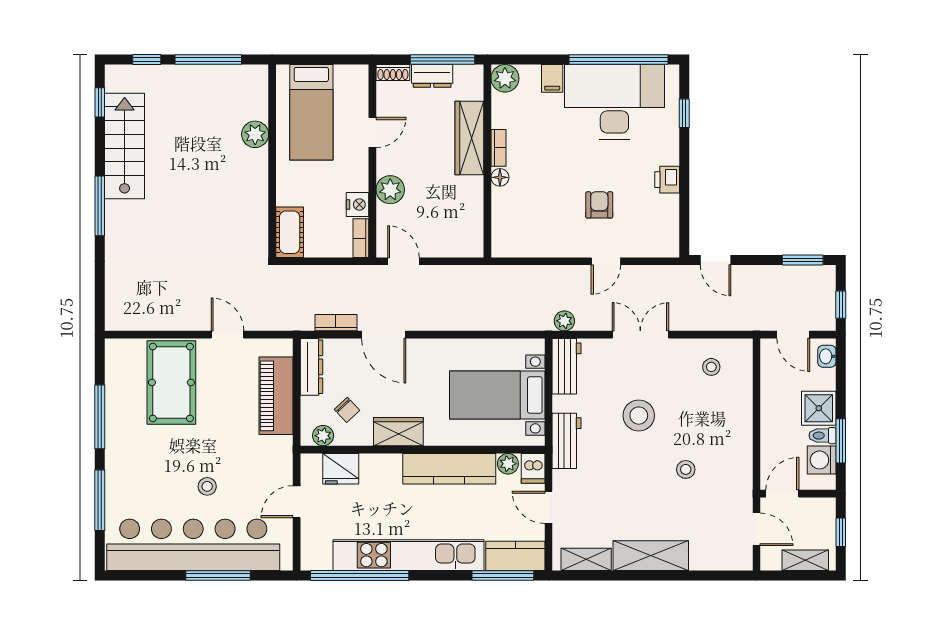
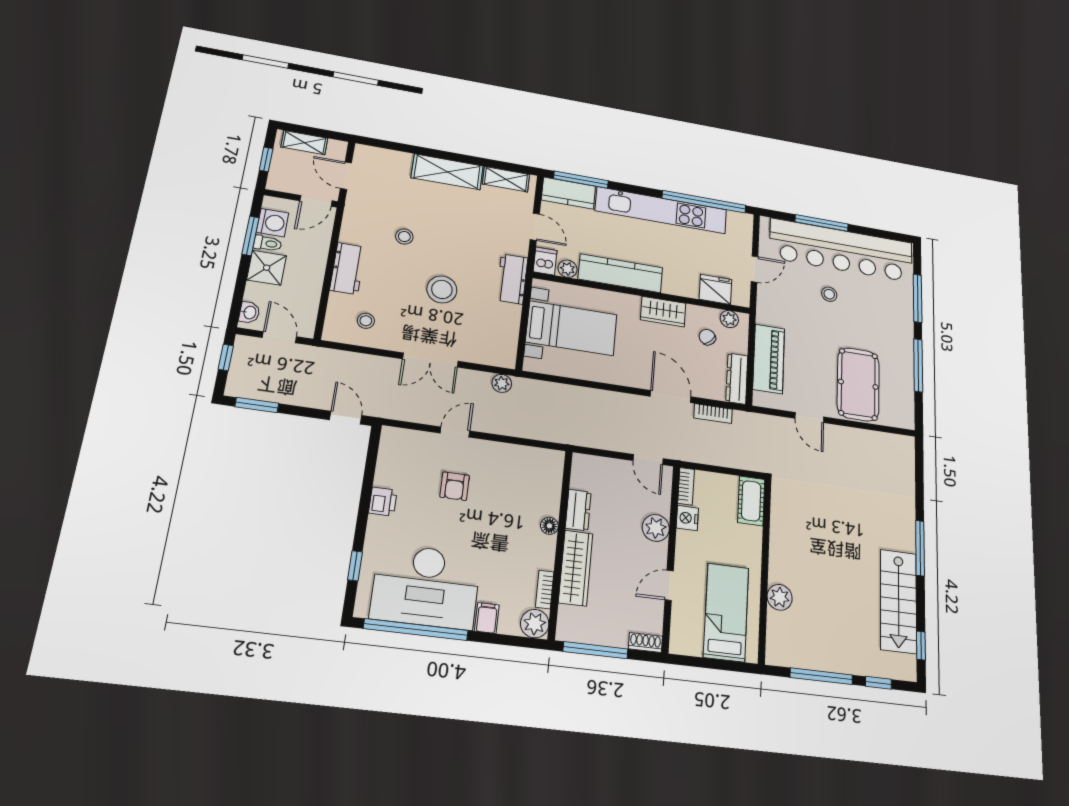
dresser: (432, 76) -> (578, 510), moved, turned 90
bookcase: (498, 148) -> (545, 590), moved
workbench: (567, 366) -> (348, 269), moved, turned 180

